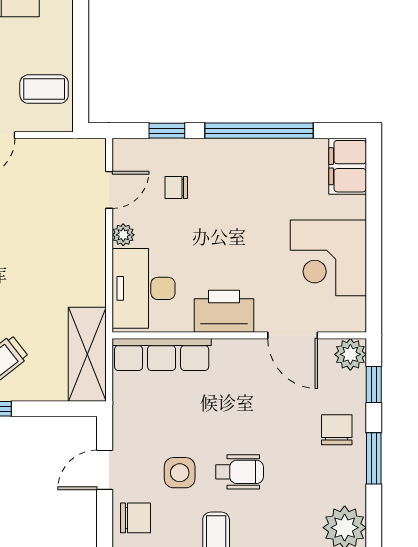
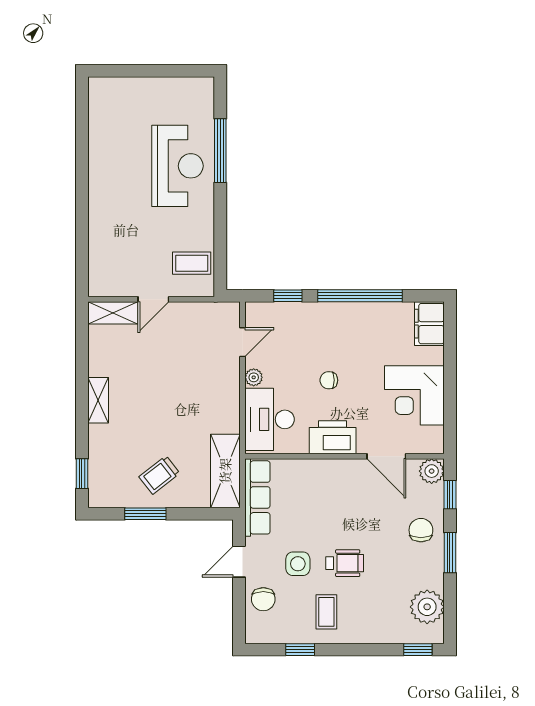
chair: (176, 187) -> (329, 380), moved
row of seats: (162, 355) -> (257, 497), moved, turned -90
chair: (135, 518) -> (263, 599), turned 90

